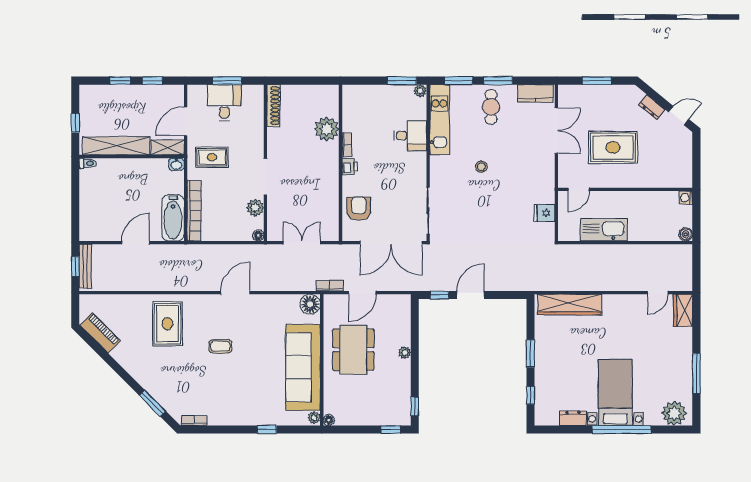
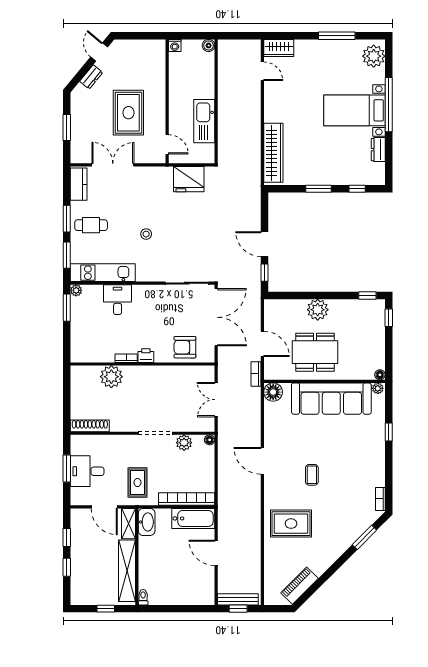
washbasin: (176, 164) -> (147, 522), width x1.91, depth x1.45
fridge: (544, 213) -> (189, 179), width x1.88, depth x1.34
plant: (405, 353) -> (318, 310), width x1.87, depth x1.87

